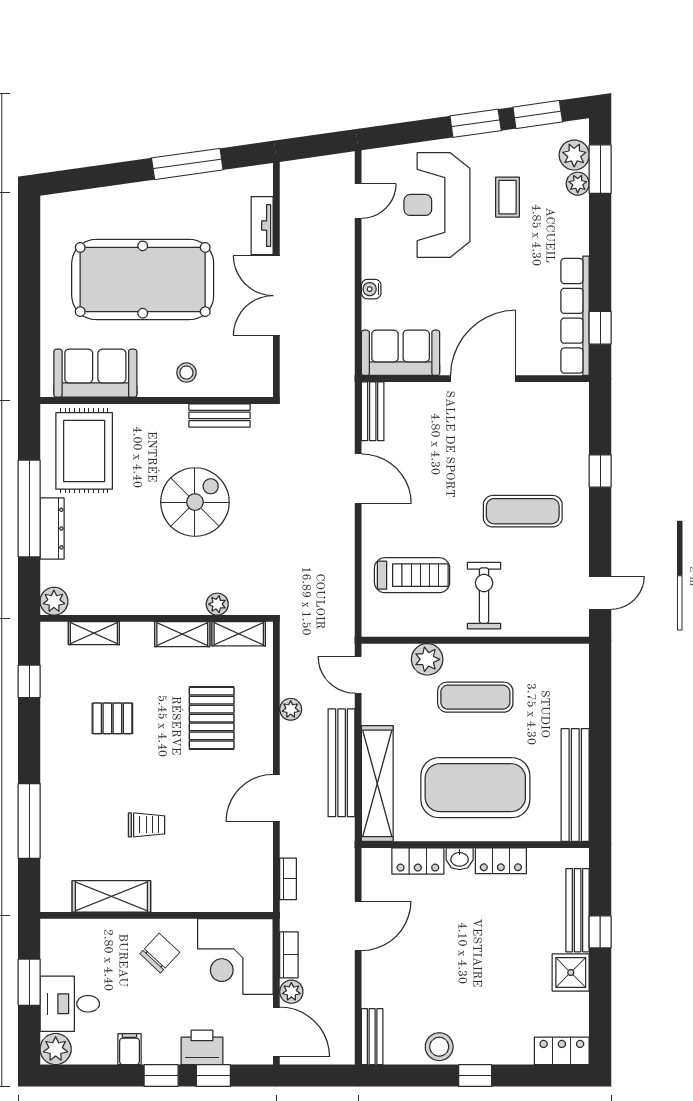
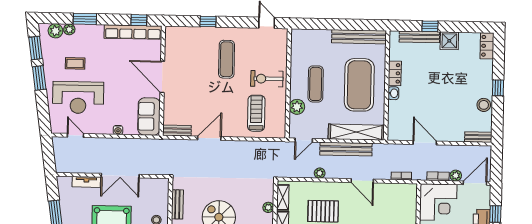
window: (600, 169) -> (85, 19), moved
locker: (418, 861) -> (394, 113), removed

